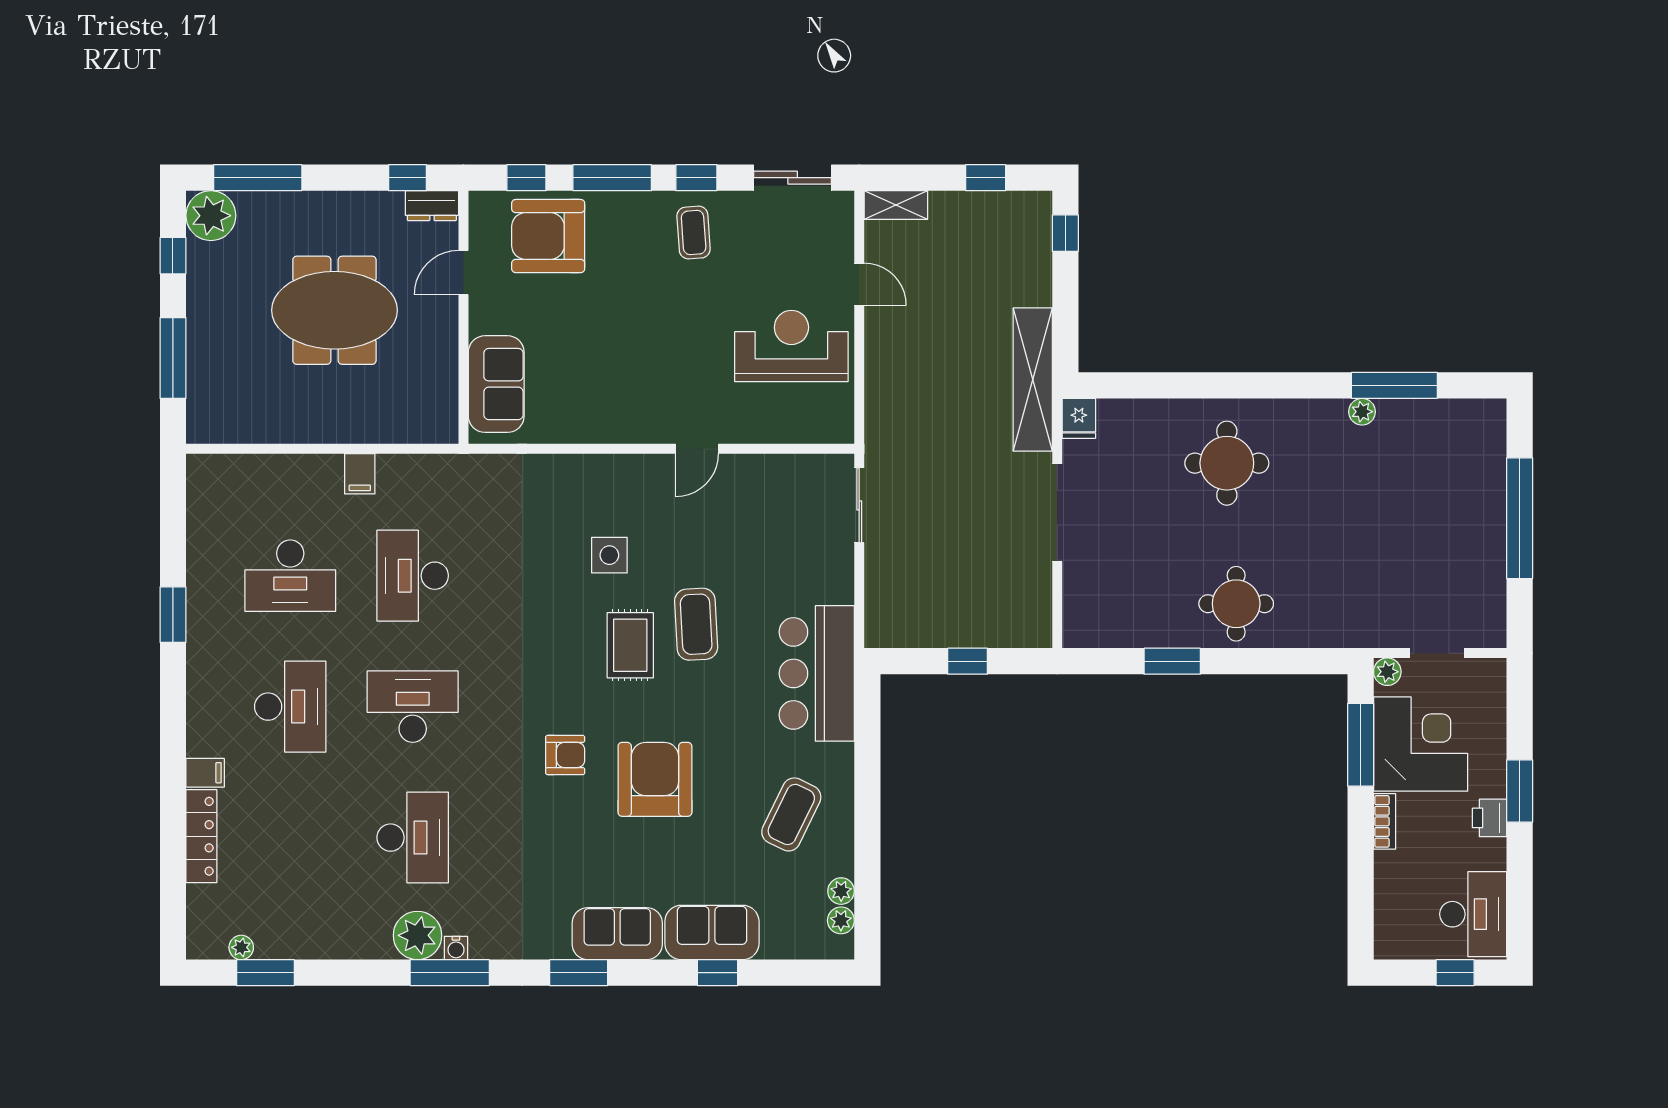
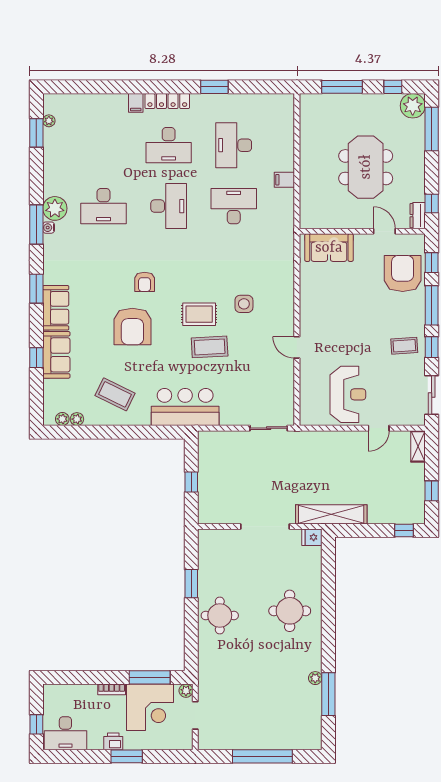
armchair: (655, 779) -> (132, 327), turned 90
locker: (201, 836) -> (167, 101), moved

